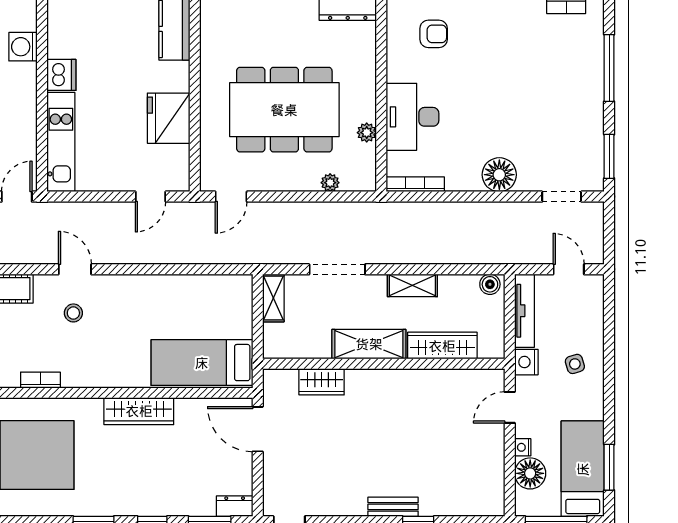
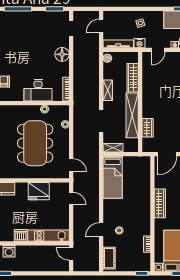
shelving: (369, 344) -> (132, 115), width x1.47
bed: (202, 363) -> (113, 177), moved
door: (510, 407) -> (158, 50), hinge flipped

